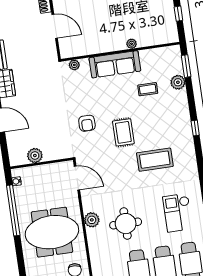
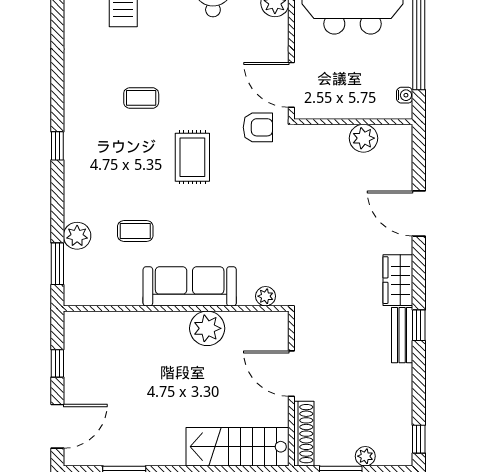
plant: (132, 44) -> (207, 328), moved, width x1.88, depth x1.88
armchair: (87, 123) -> (258, 127), moved, turned 90
coffee table: (155, 160) -> (141, 98), width x0.54, depth x0.58

